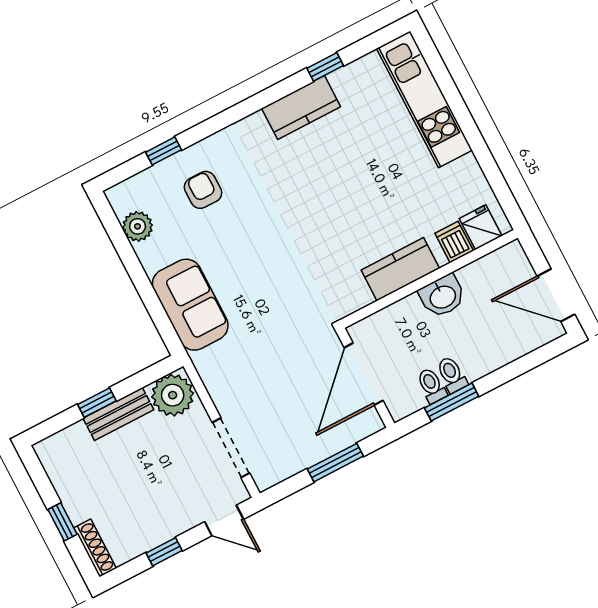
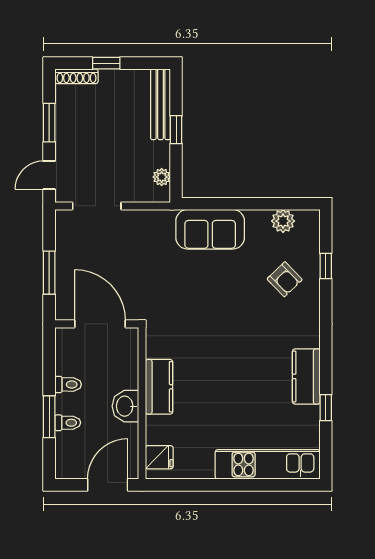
armchair: (203, 190) -> (285, 279), turned 46
dishwasher: (454, 242) -> (159, 434), removed
door: (556, 295) -> (108, 485), moved
toilet: (432, 386) -> (68, 423), moved
plant: (173, 395) -> (162, 177), width x0.53, depth x0.53
window: (452, 402) -> (49, 417), moved
bench: (118, 414) -> (160, 104), moved, width x1.36
window: (164, 552) -> (49, 123), width x1.50

